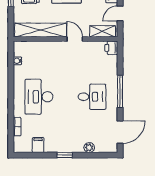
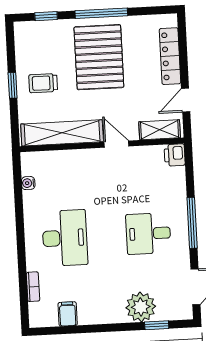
desk: (39, 97) -> (65, 238), turned 180
desk: (92, 97) -> (148, 234), turned 180
plant: (89, 148) -> (141, 307), width x1.87, depth x1.87
window: (65, 155) -> (157, 325), moved

